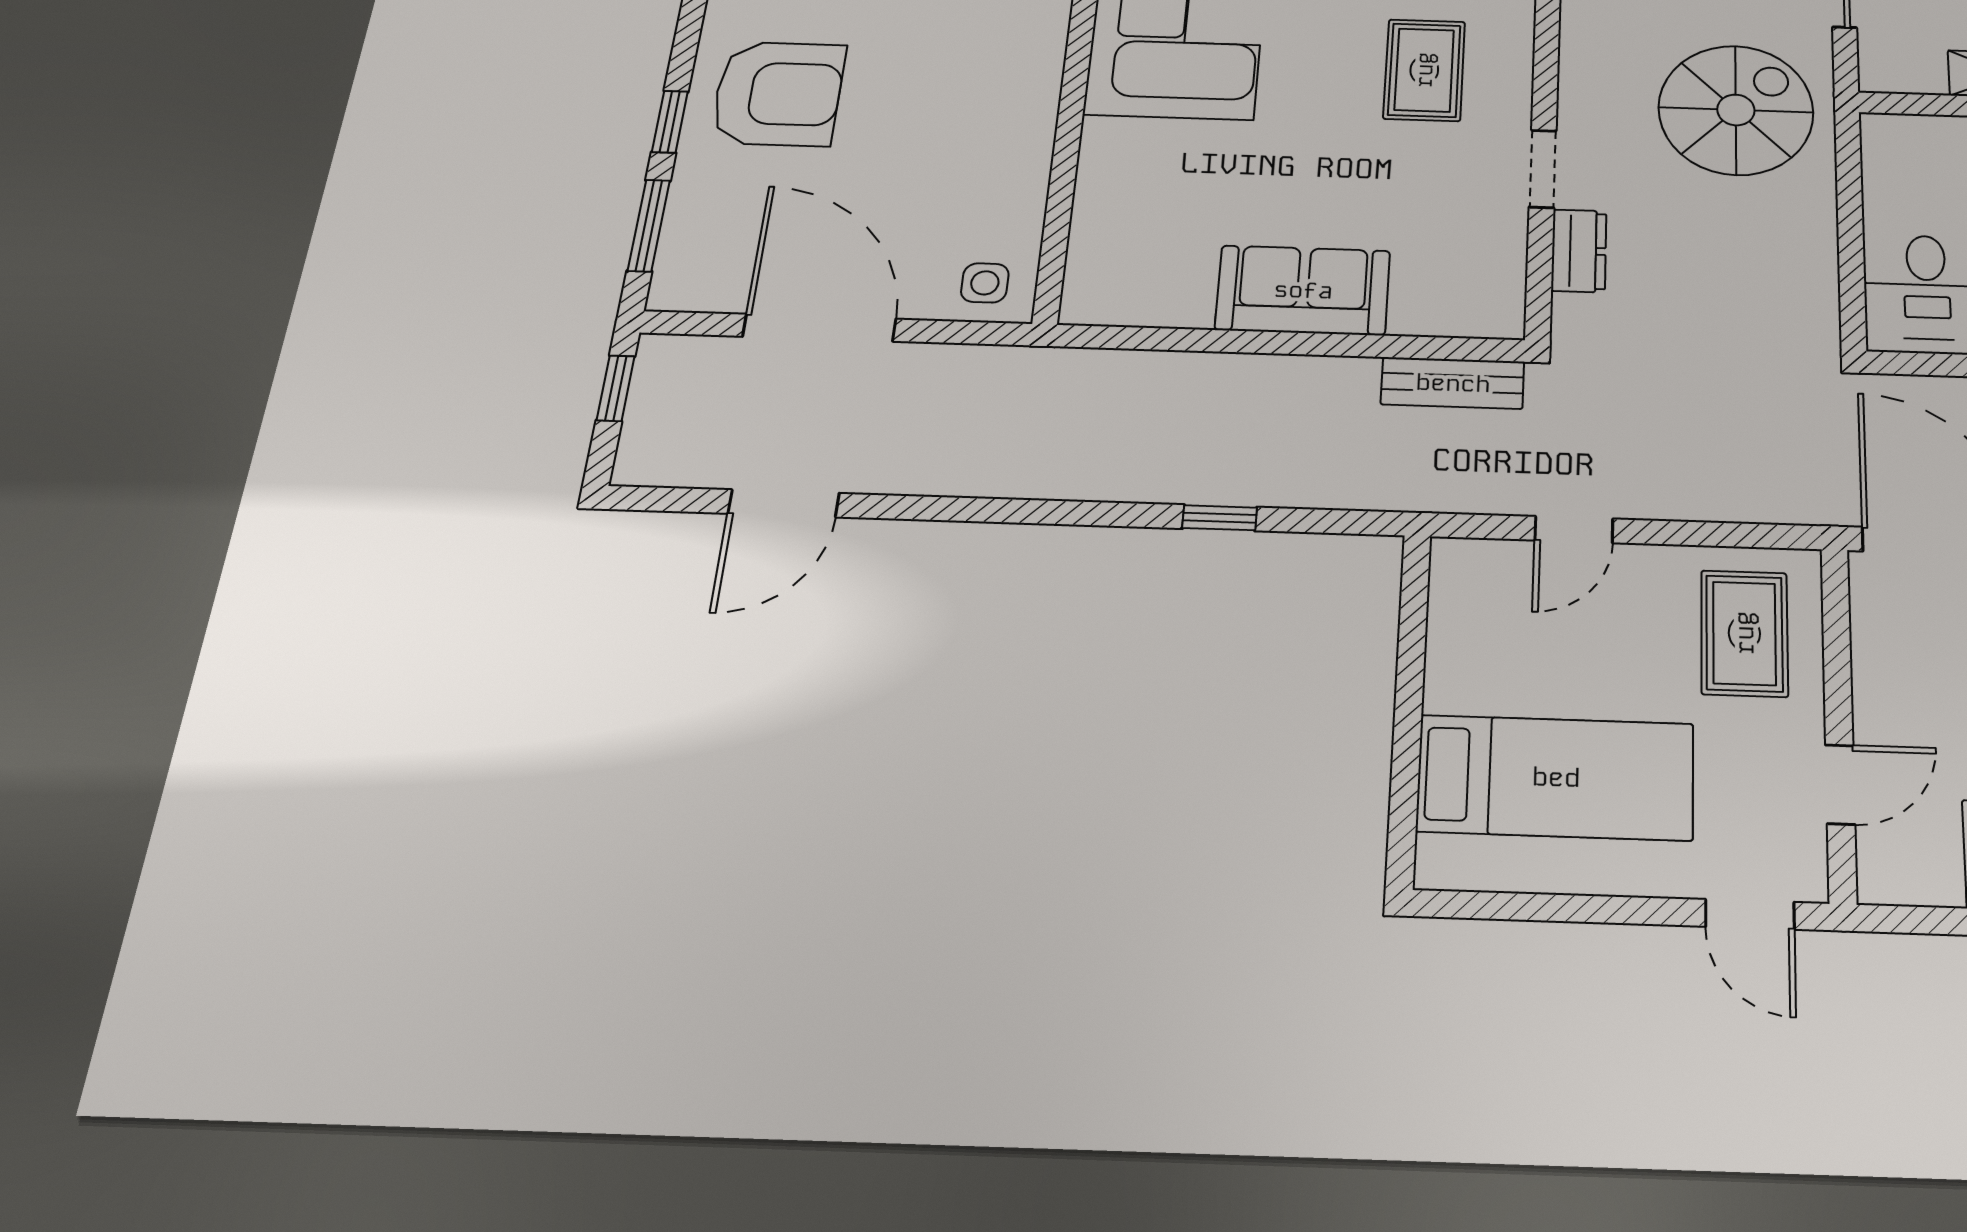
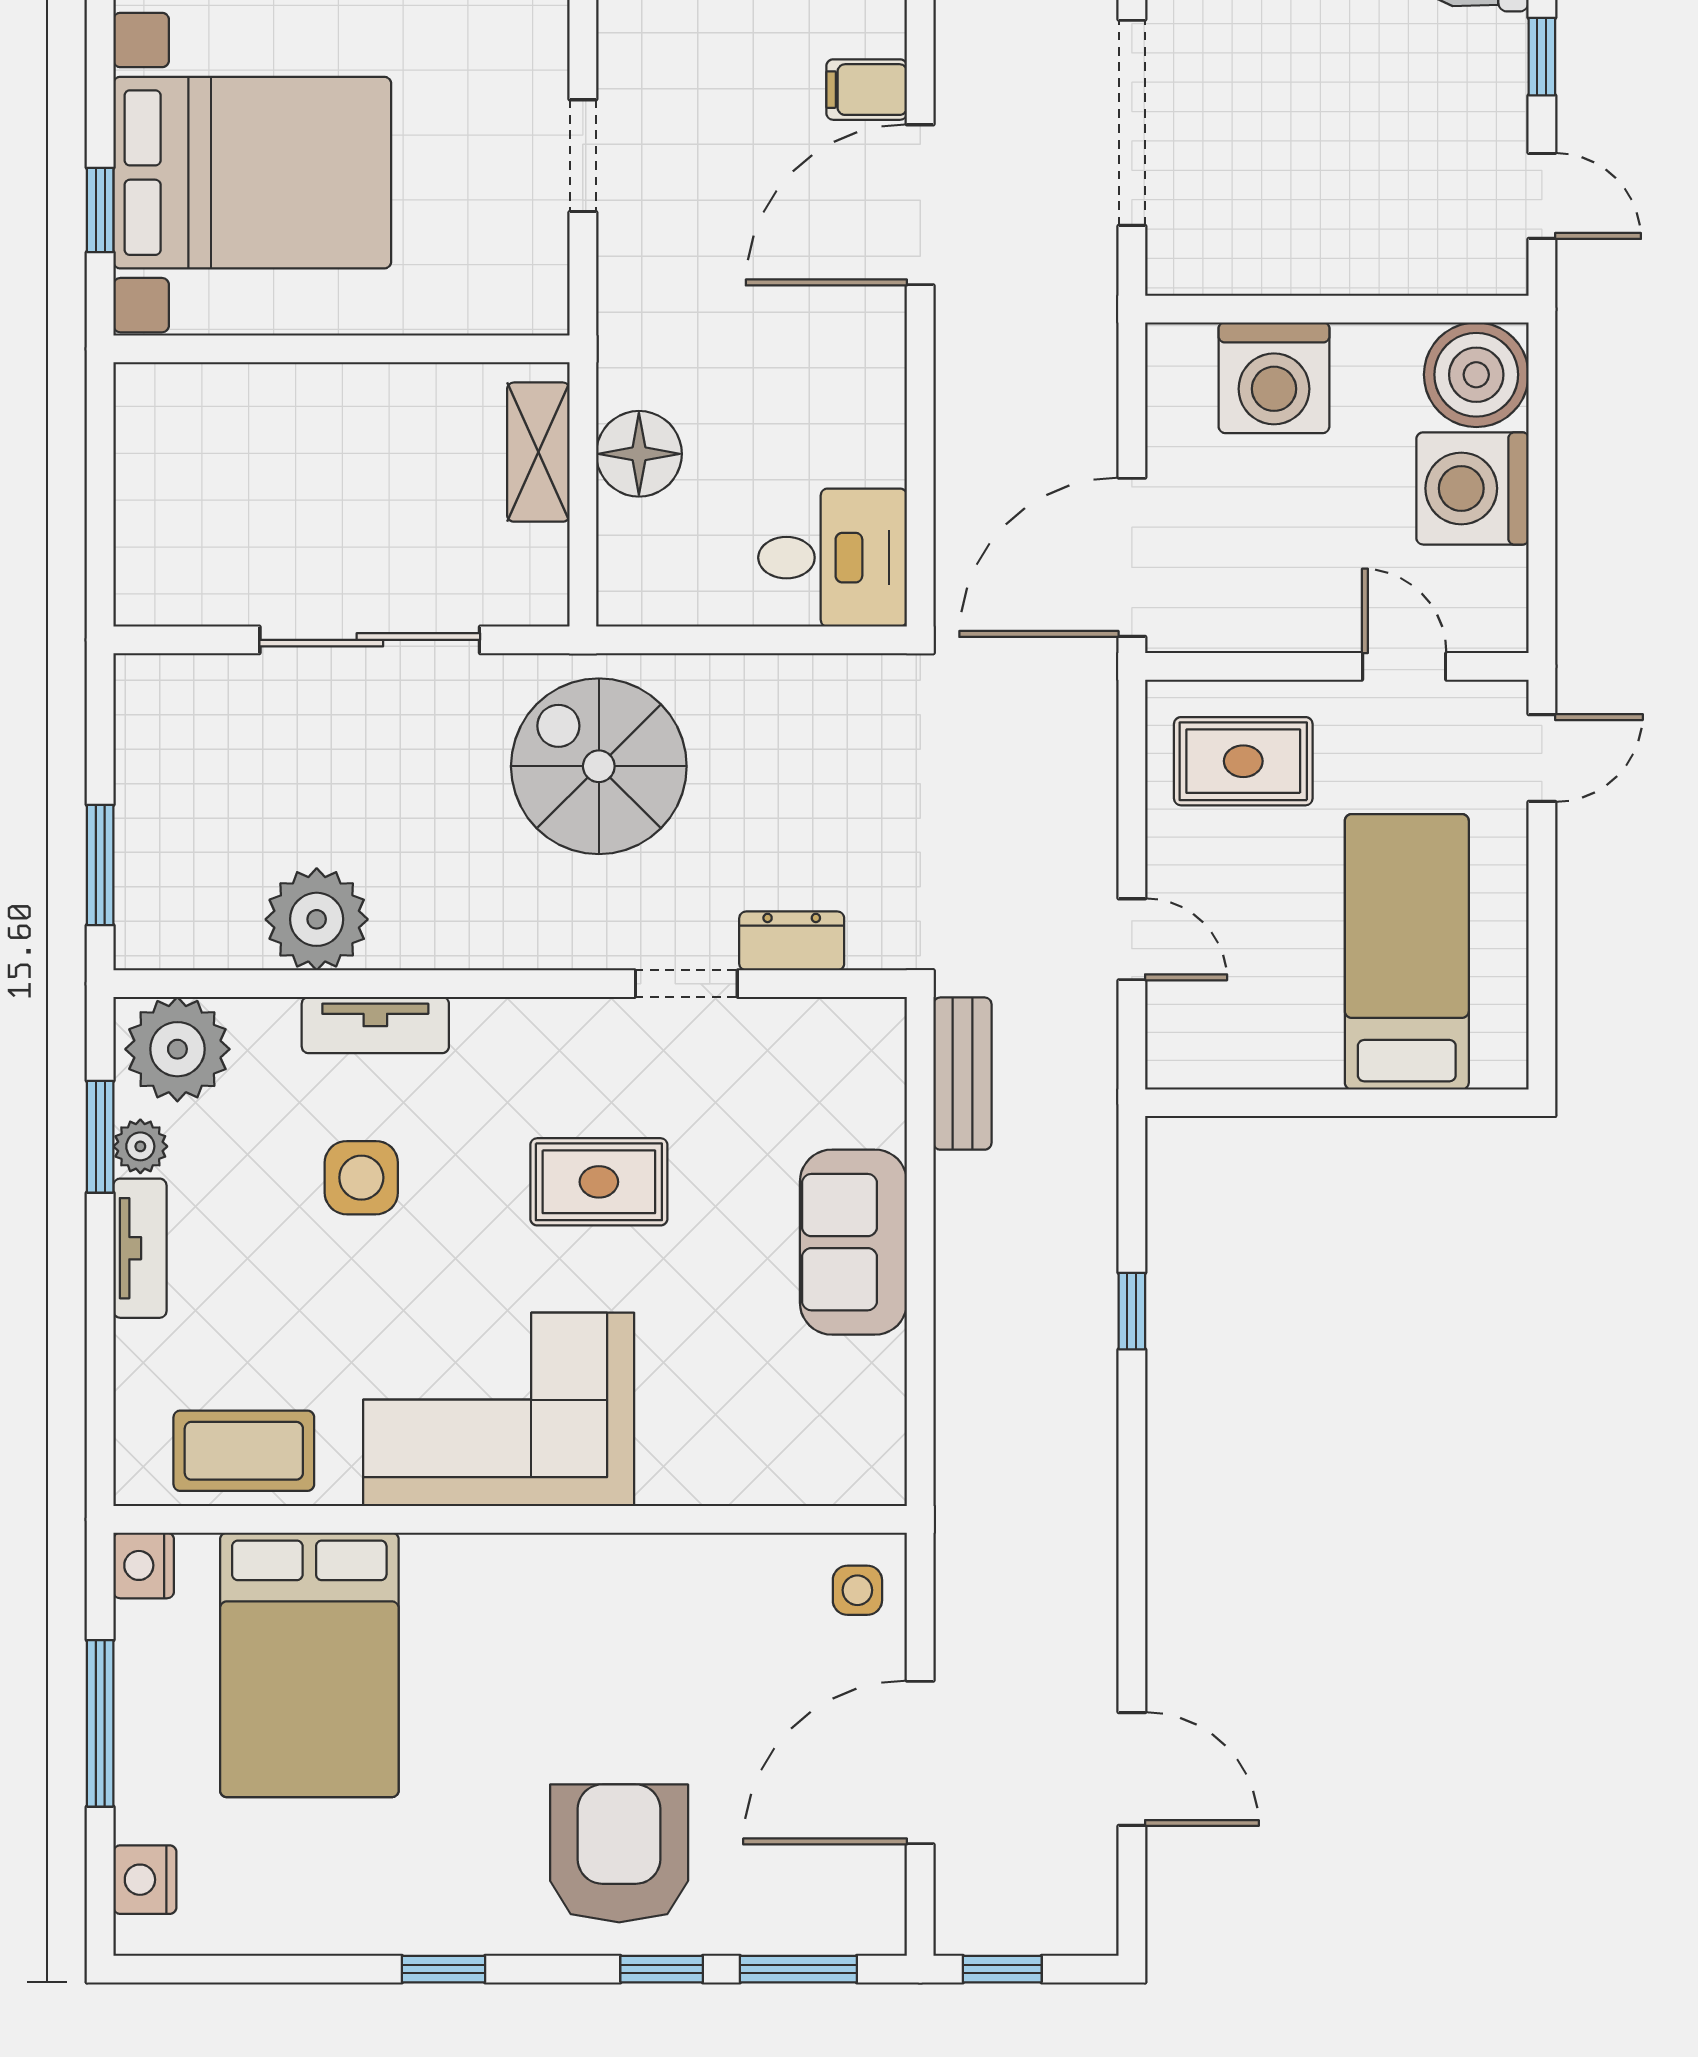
rug: (1424, 70) -> (599, 1182), moved

